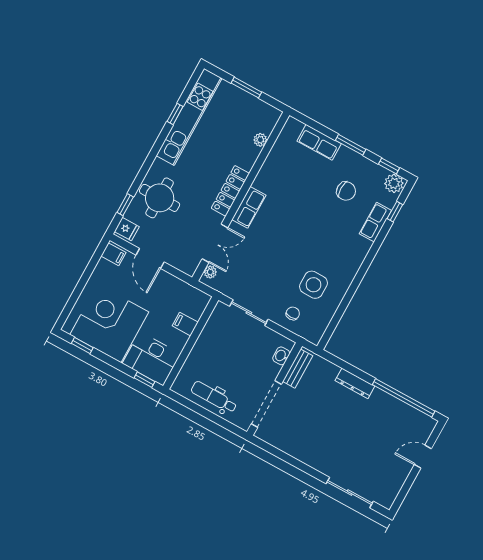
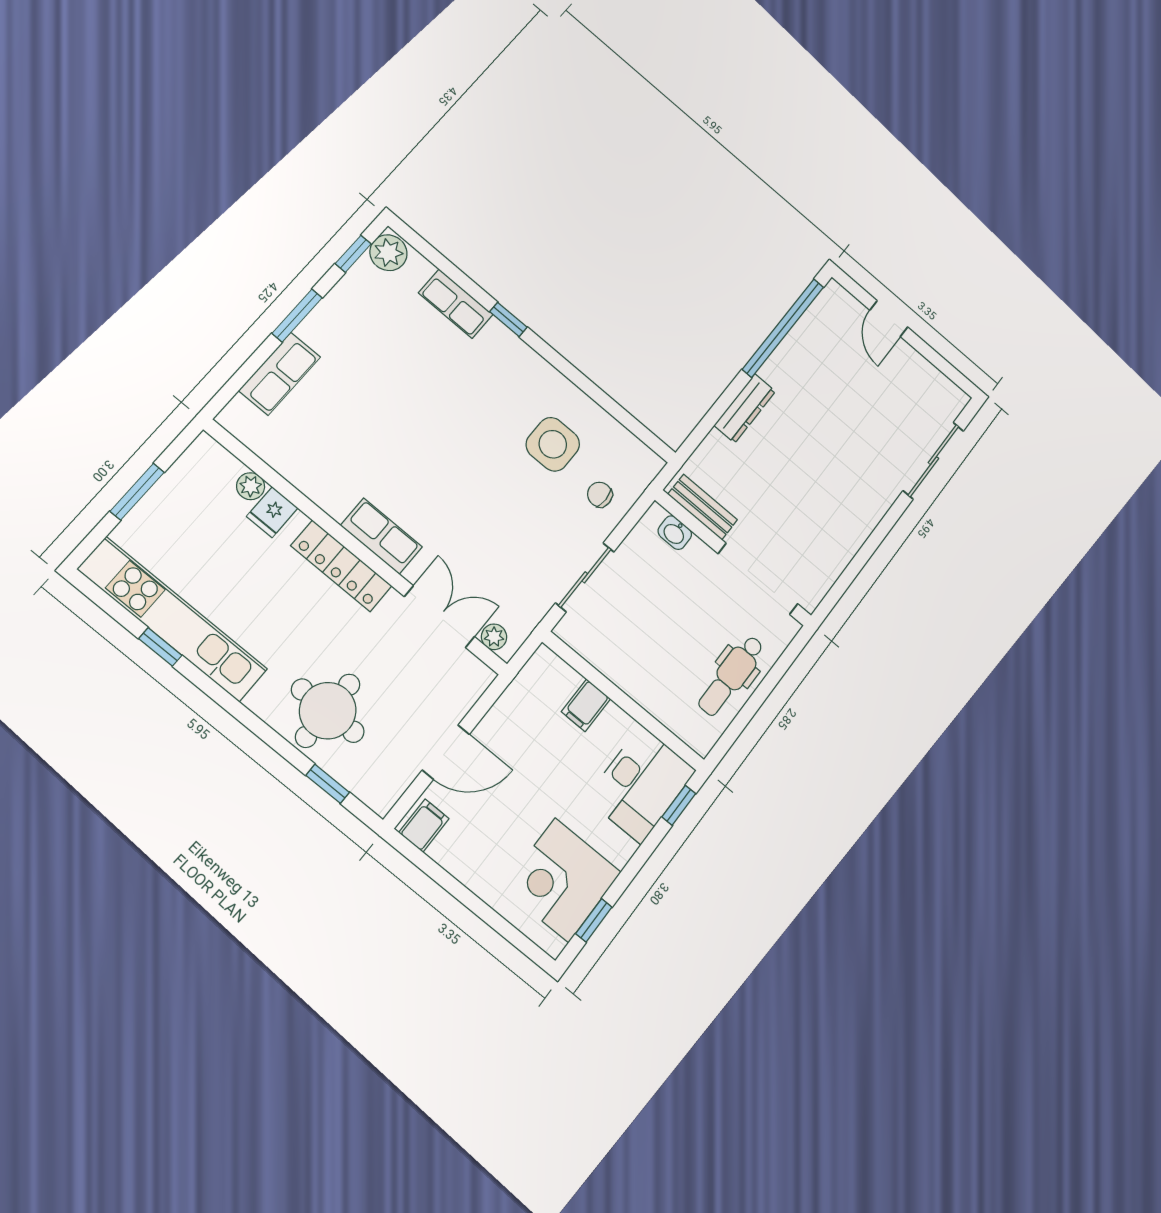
chair: (346, 191) -> (386, 344), removed
window: (395, 212) -> (508, 319), moved
fridge: (127, 229) -> (272, 512), moved, turned 180
corner desk: (109, 323) -> (562, 880), width x0.74, depth x0.74

